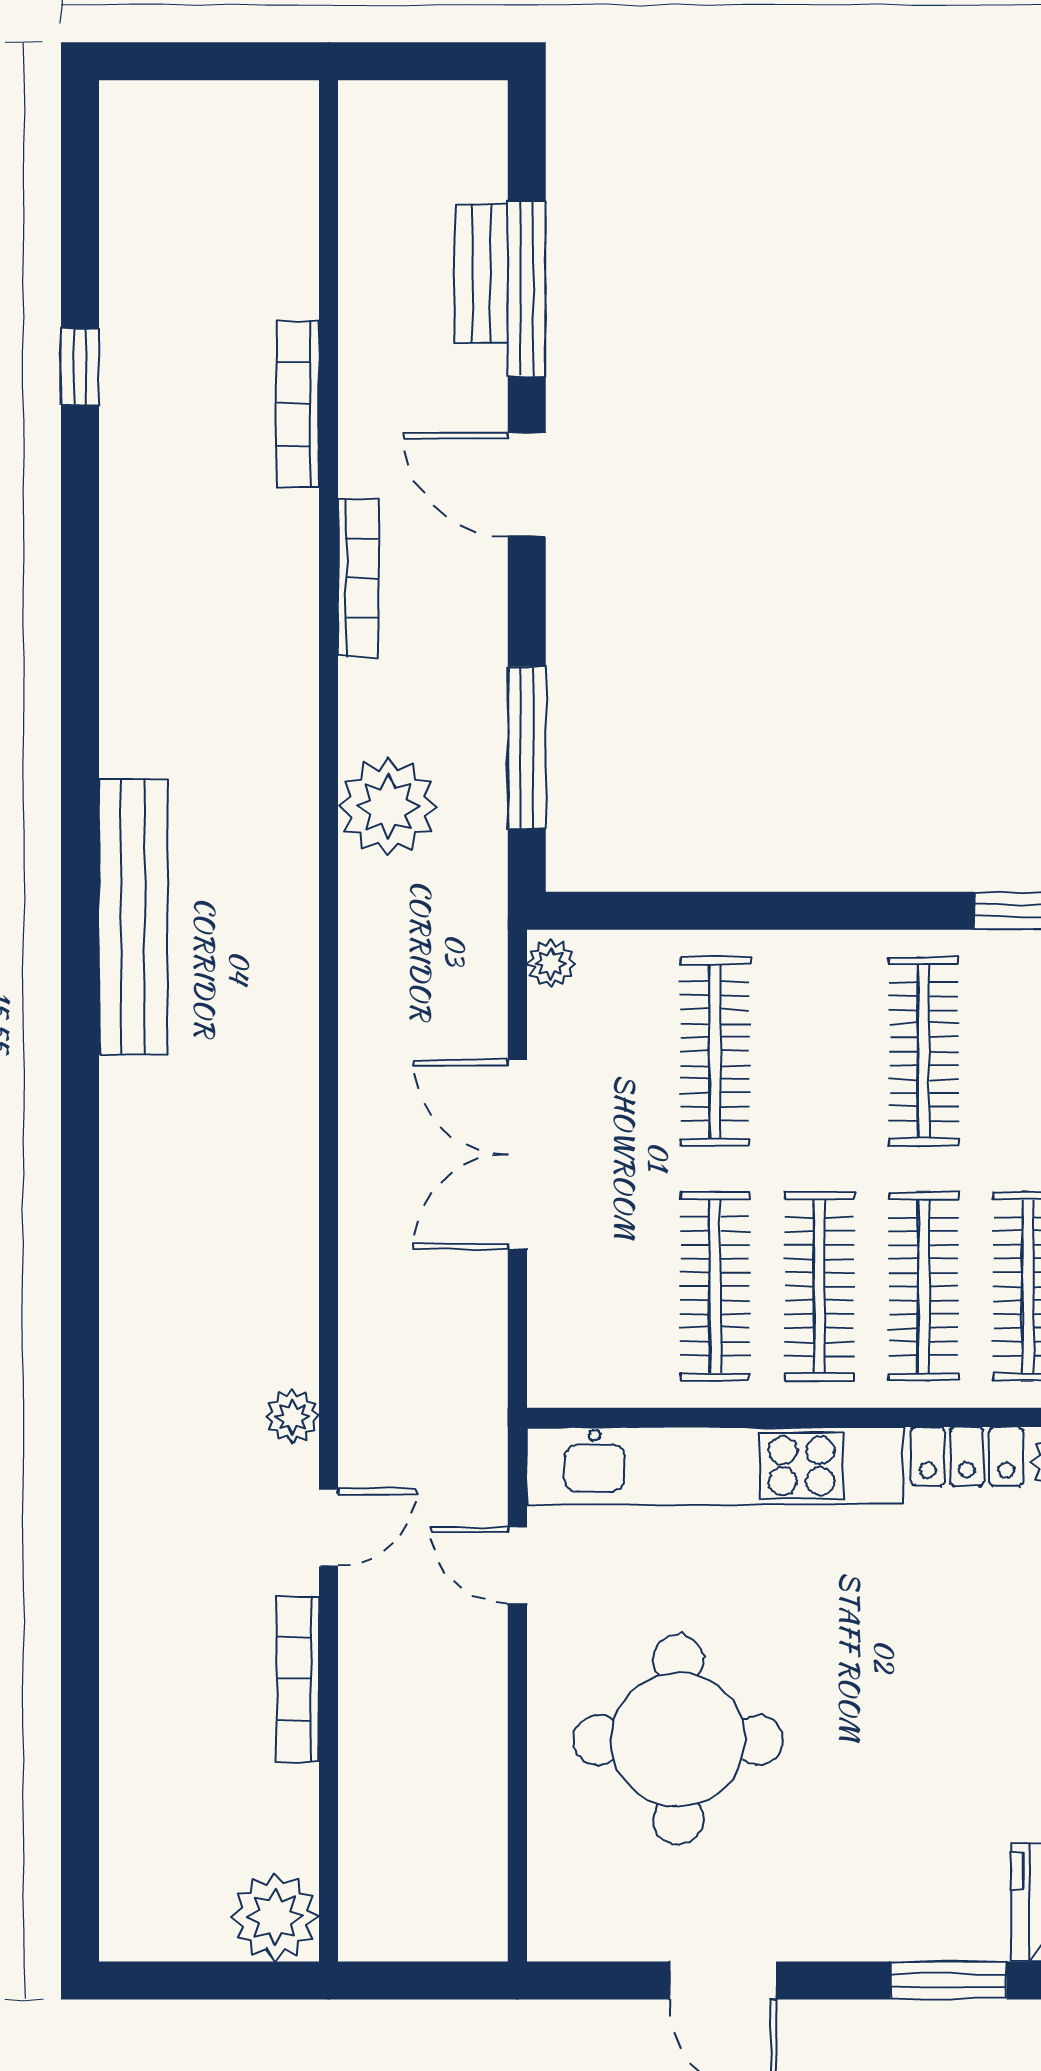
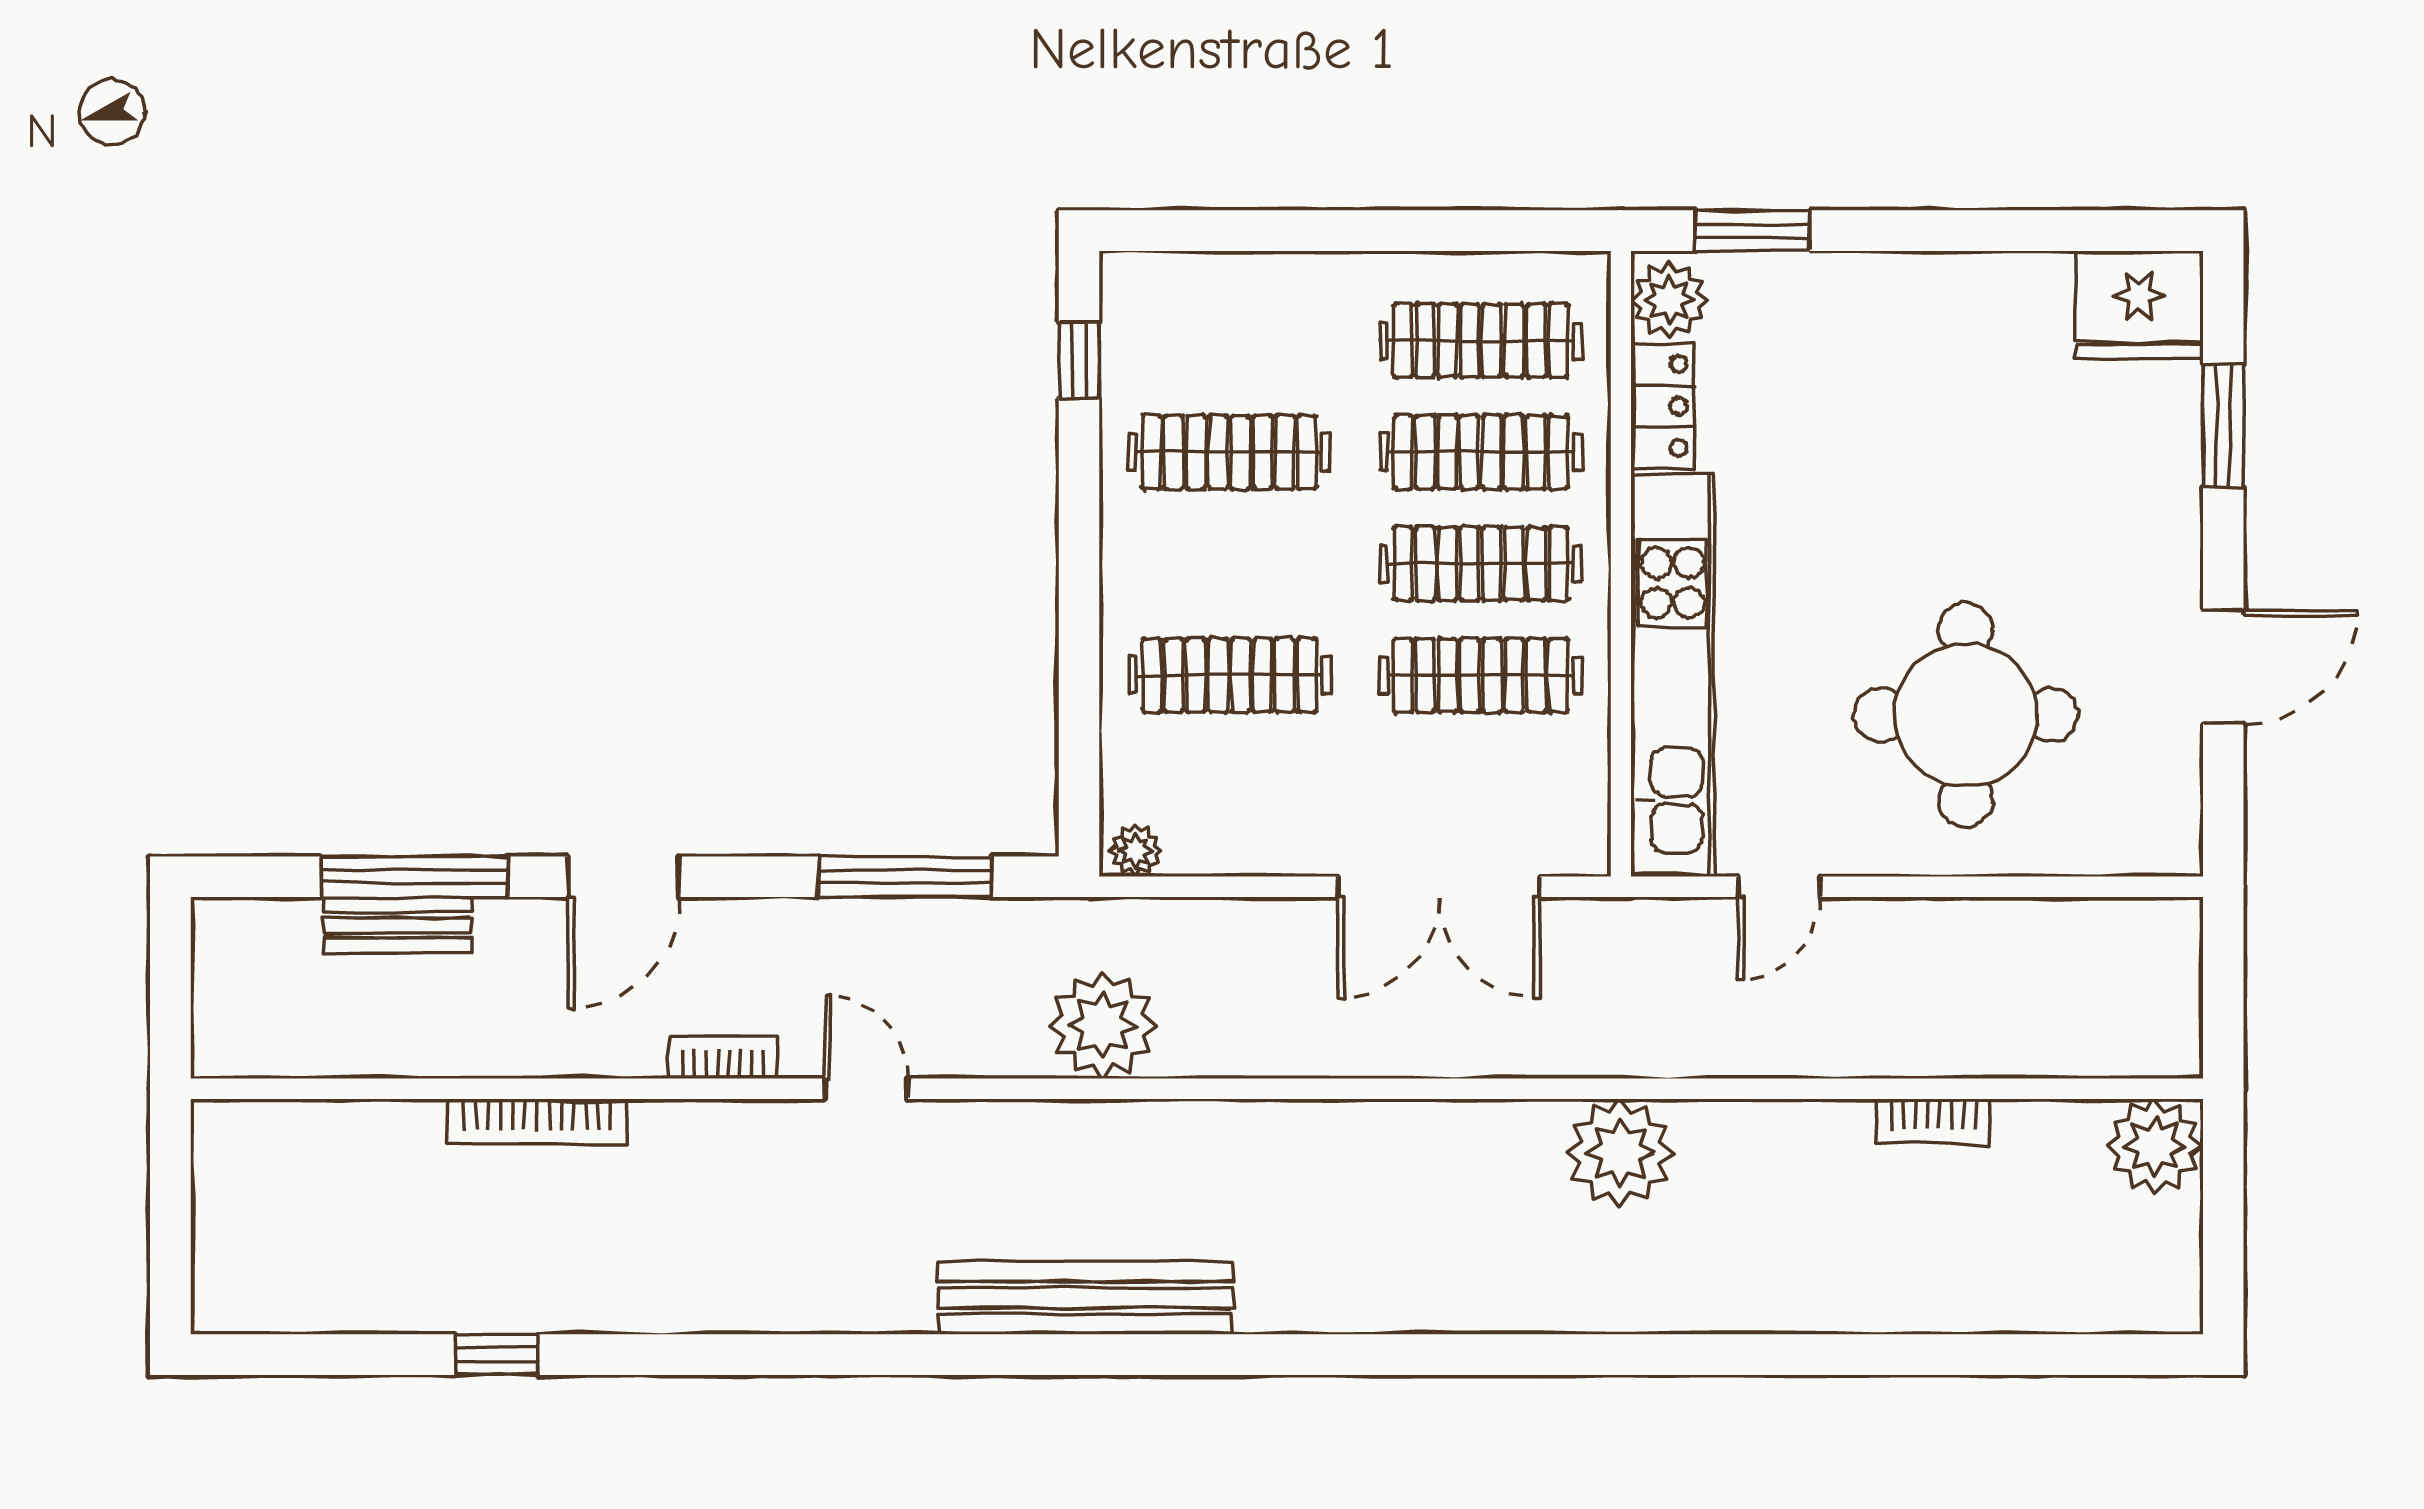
bookcase: (358, 578) -> (723, 1057), width x0.64
plant: (388, 807) -> (1103, 1025), moved
double door: (517, 1155) -> (1439, 887), moved
plant: (292, 1417) -> (1620, 1153), width x1.88, depth x1.88
door: (329, 1528) -> (866, 1089), moved
bookcase: (298, 1679) -> (1933, 1122), width x0.64

